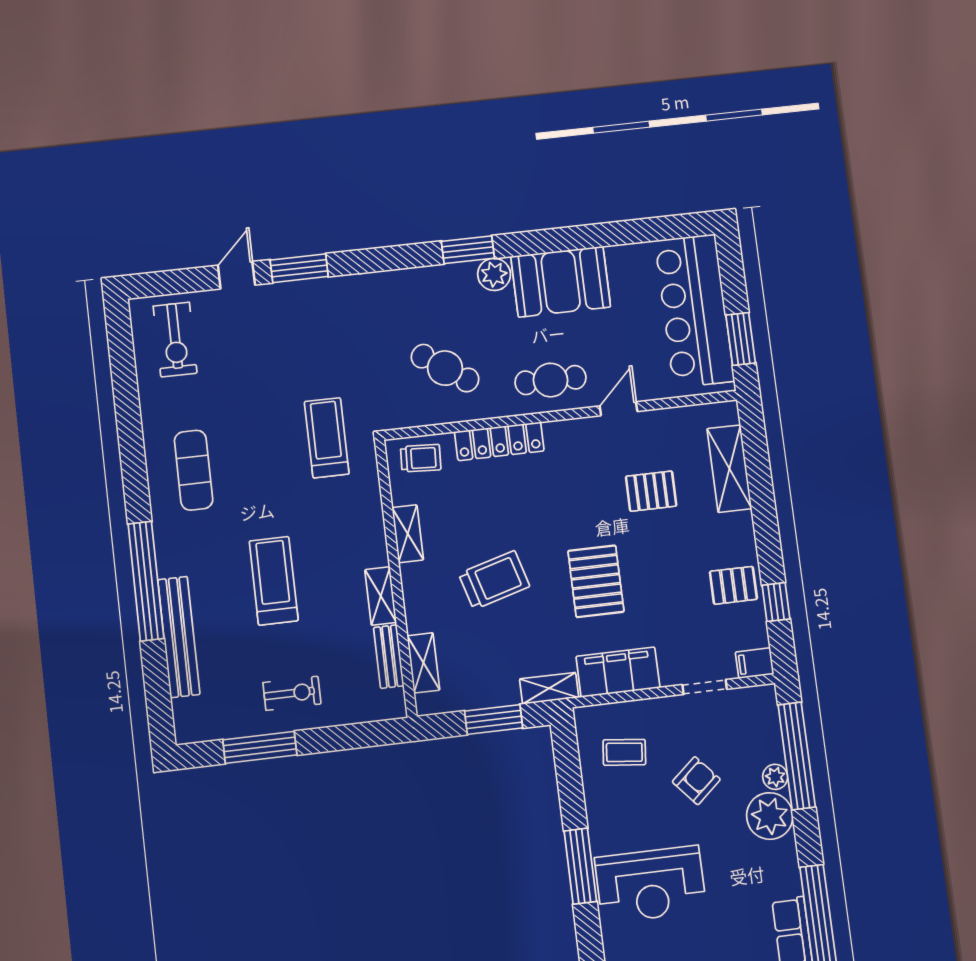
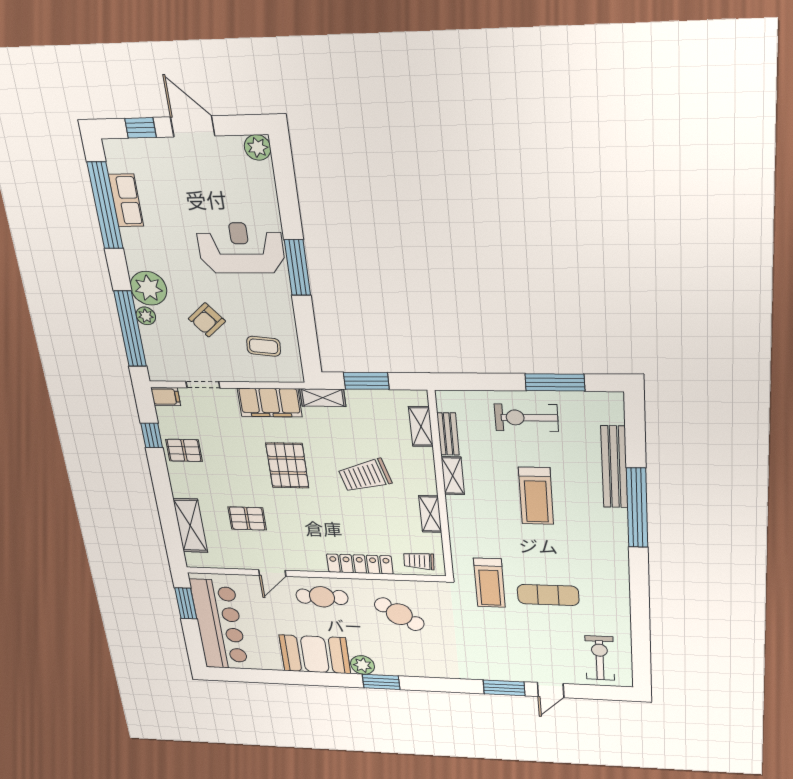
exercise mat: (194, 470) -> (548, 595), moved, turned 90
exercise bike: (292, 693) -> (526, 418), width x1.38, depth x1.39

